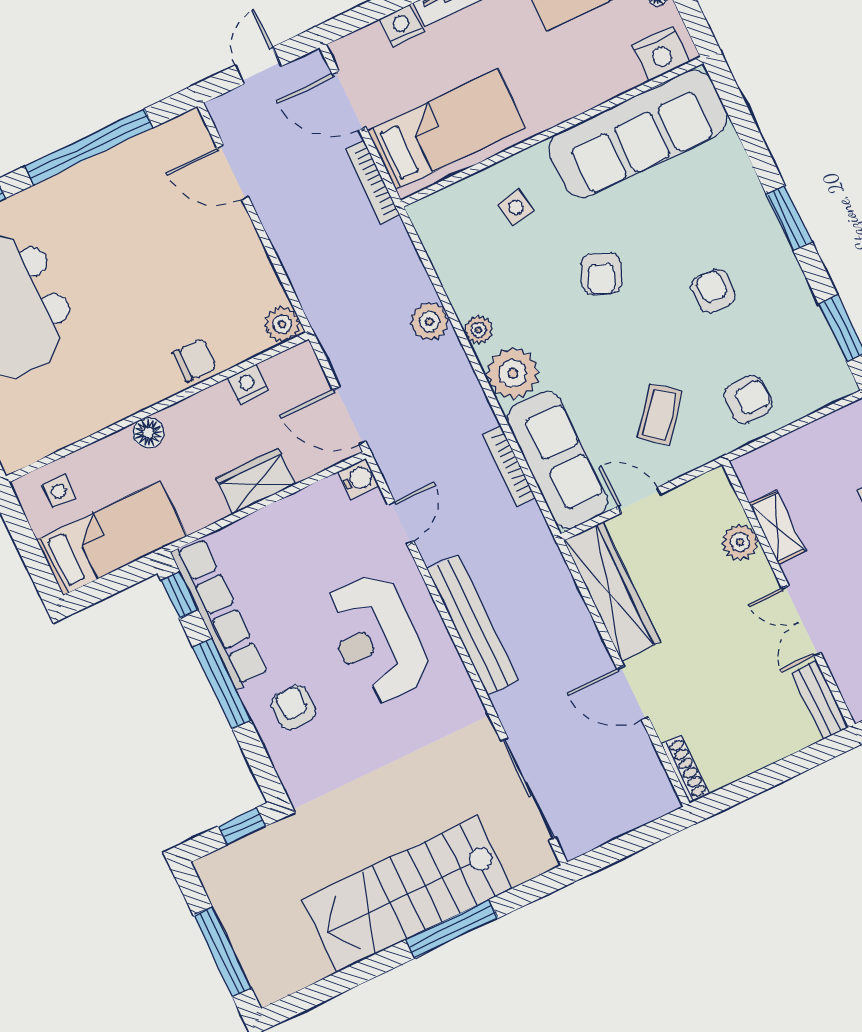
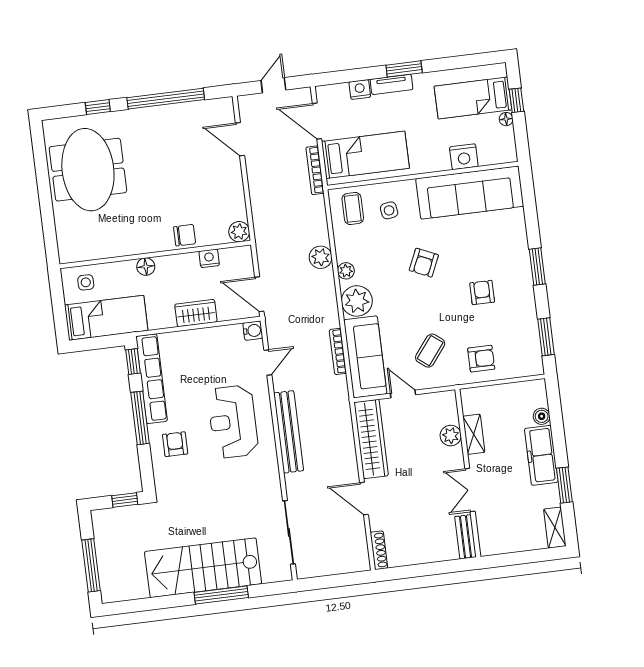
nightstand: (661, 54) -> (464, 157), moved
coffee table: (455, 224) -> (353, 208), added

